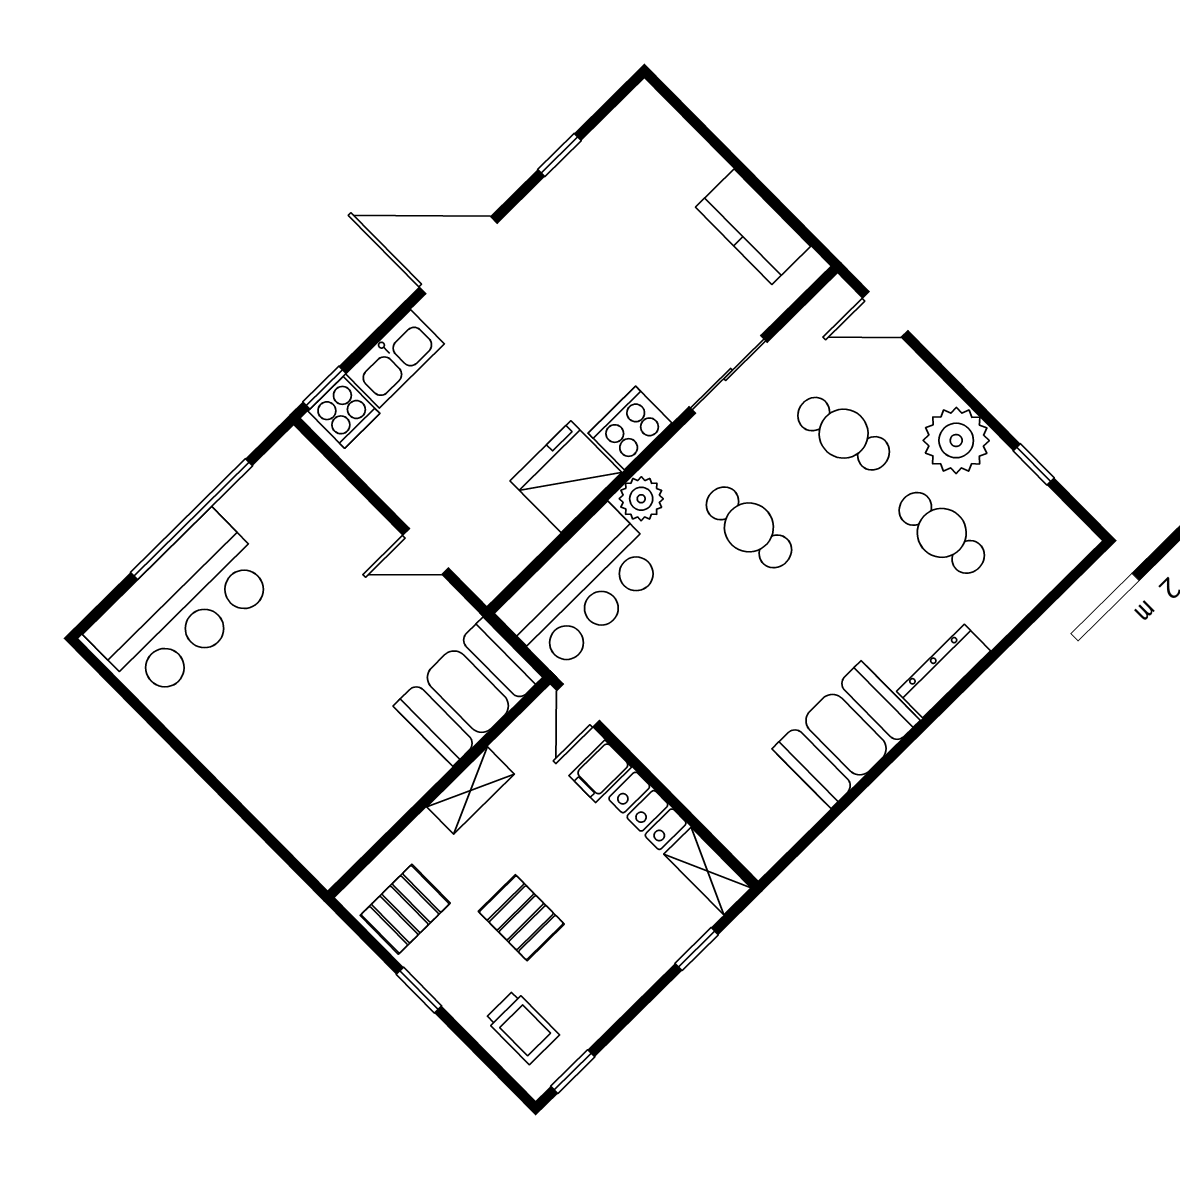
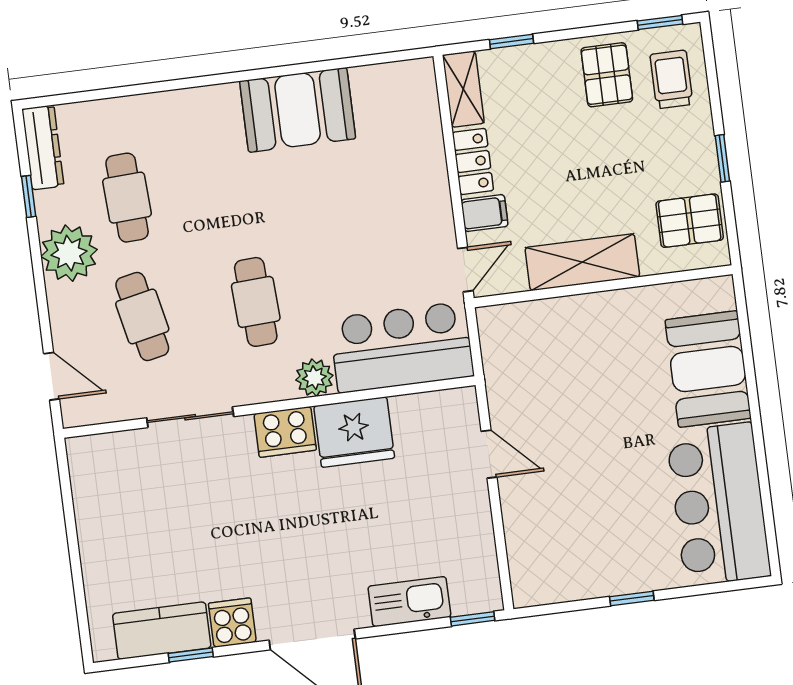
kitchen counter: (753, 227) -> (162, 631), moved, turned -90
cooker: (344, 412) -> (232, 623), moved
window: (192, 519) -> (632, 598), width x0.32
bar counter: (182, 606) -> (719, 504), moved, turned -90
dresser: (944, 671) -> (43, 147), moved, turned -90
booth: (468, 692) -> (708, 369), moved, turned 90
shelving: (471, 790) -> (582, 262), width x1.50, depth x1.33
pallet: (521, 918) -> (607, 75), moved

